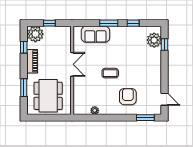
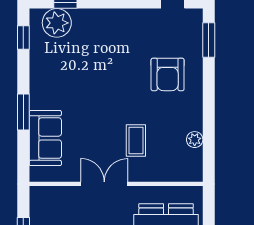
window: (133, 23) -> (23, 37), moved
coffee table: (110, 73) -> (136, 141), moved
armchair: (128, 97) -> (168, 74), turned -90

